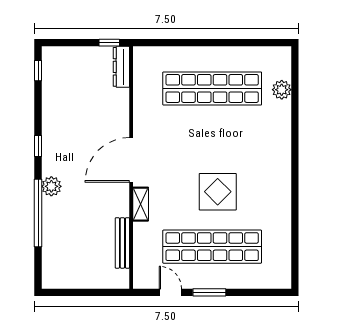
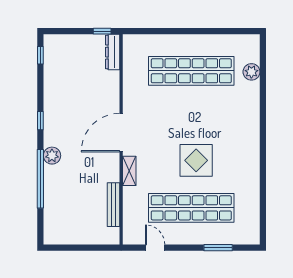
window: (209, 292) -> (218, 248), moved

